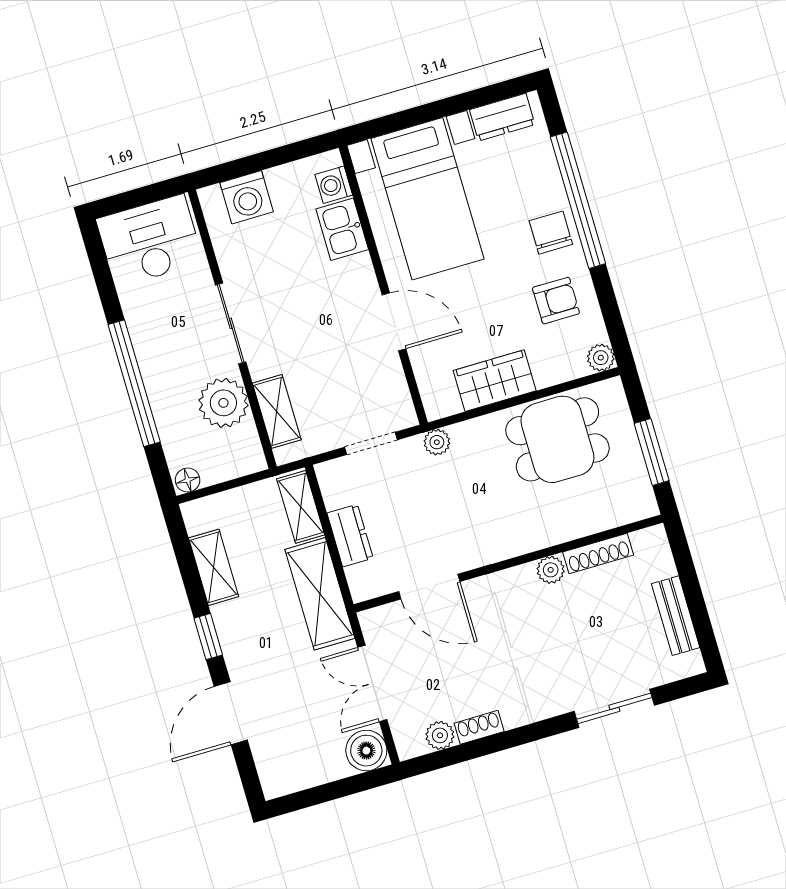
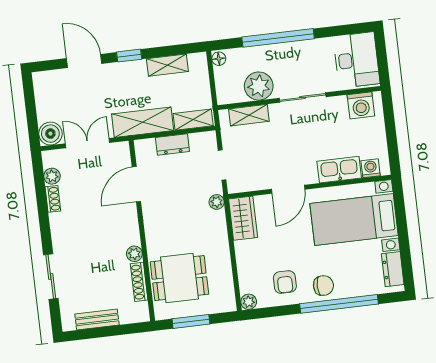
washing machine: (247, 197) -> (361, 105), moved, turned -90
kitchen sink: (342, 229) -> (339, 170), width x1.38
wardrobe: (495, 381) -> (243, 218), moved
dining table: (557, 439) -> (179, 278), moved, turned 90

